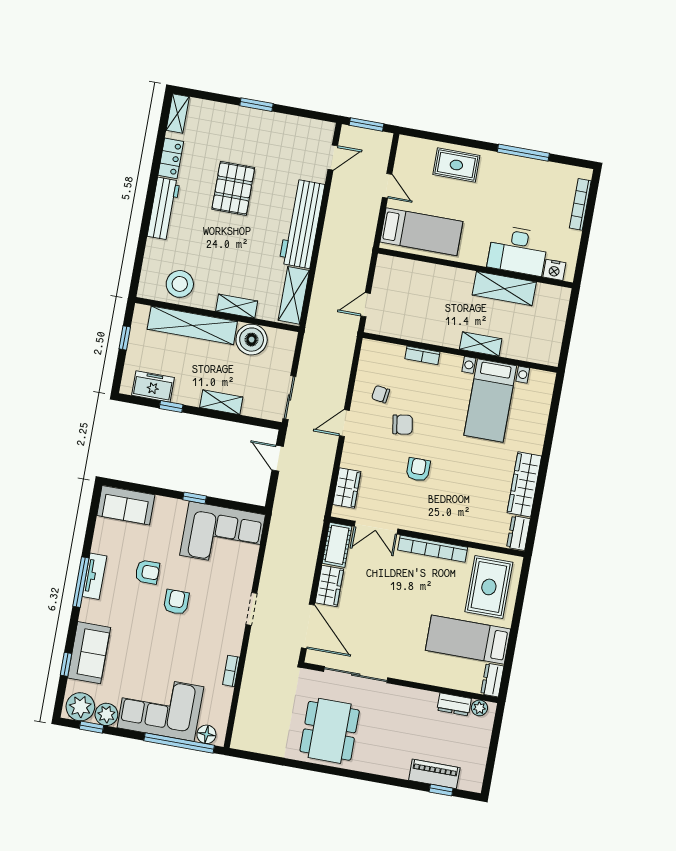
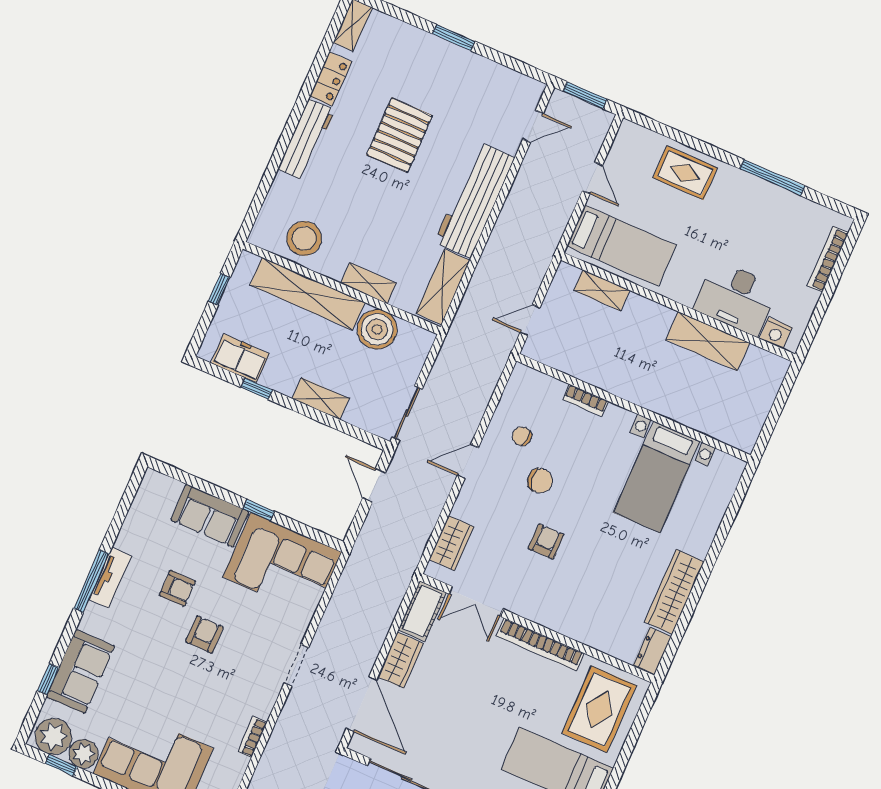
shelving: (481, 344) -> (602, 290), moved
sofa: (126, 505) -> (210, 516), moved

